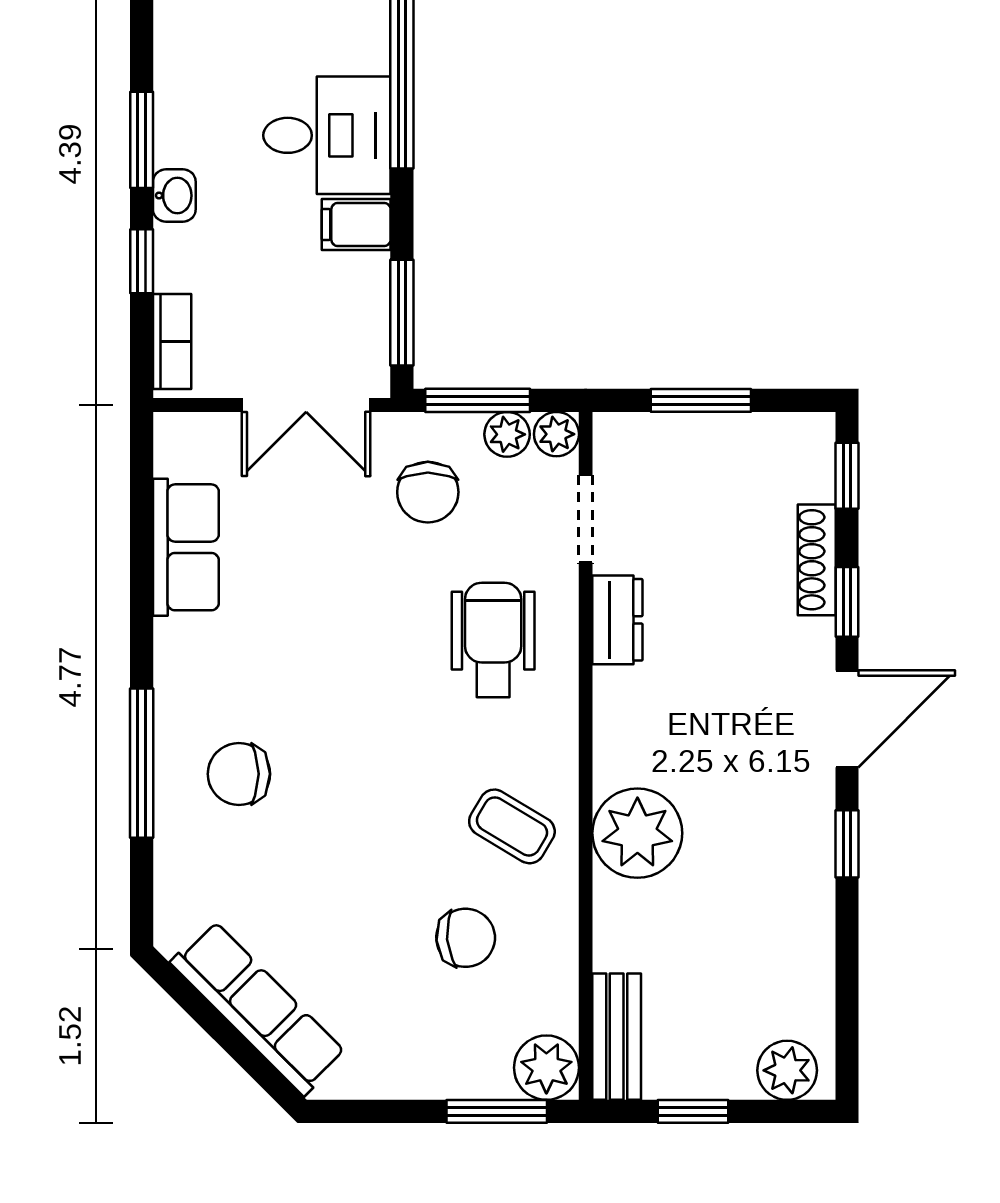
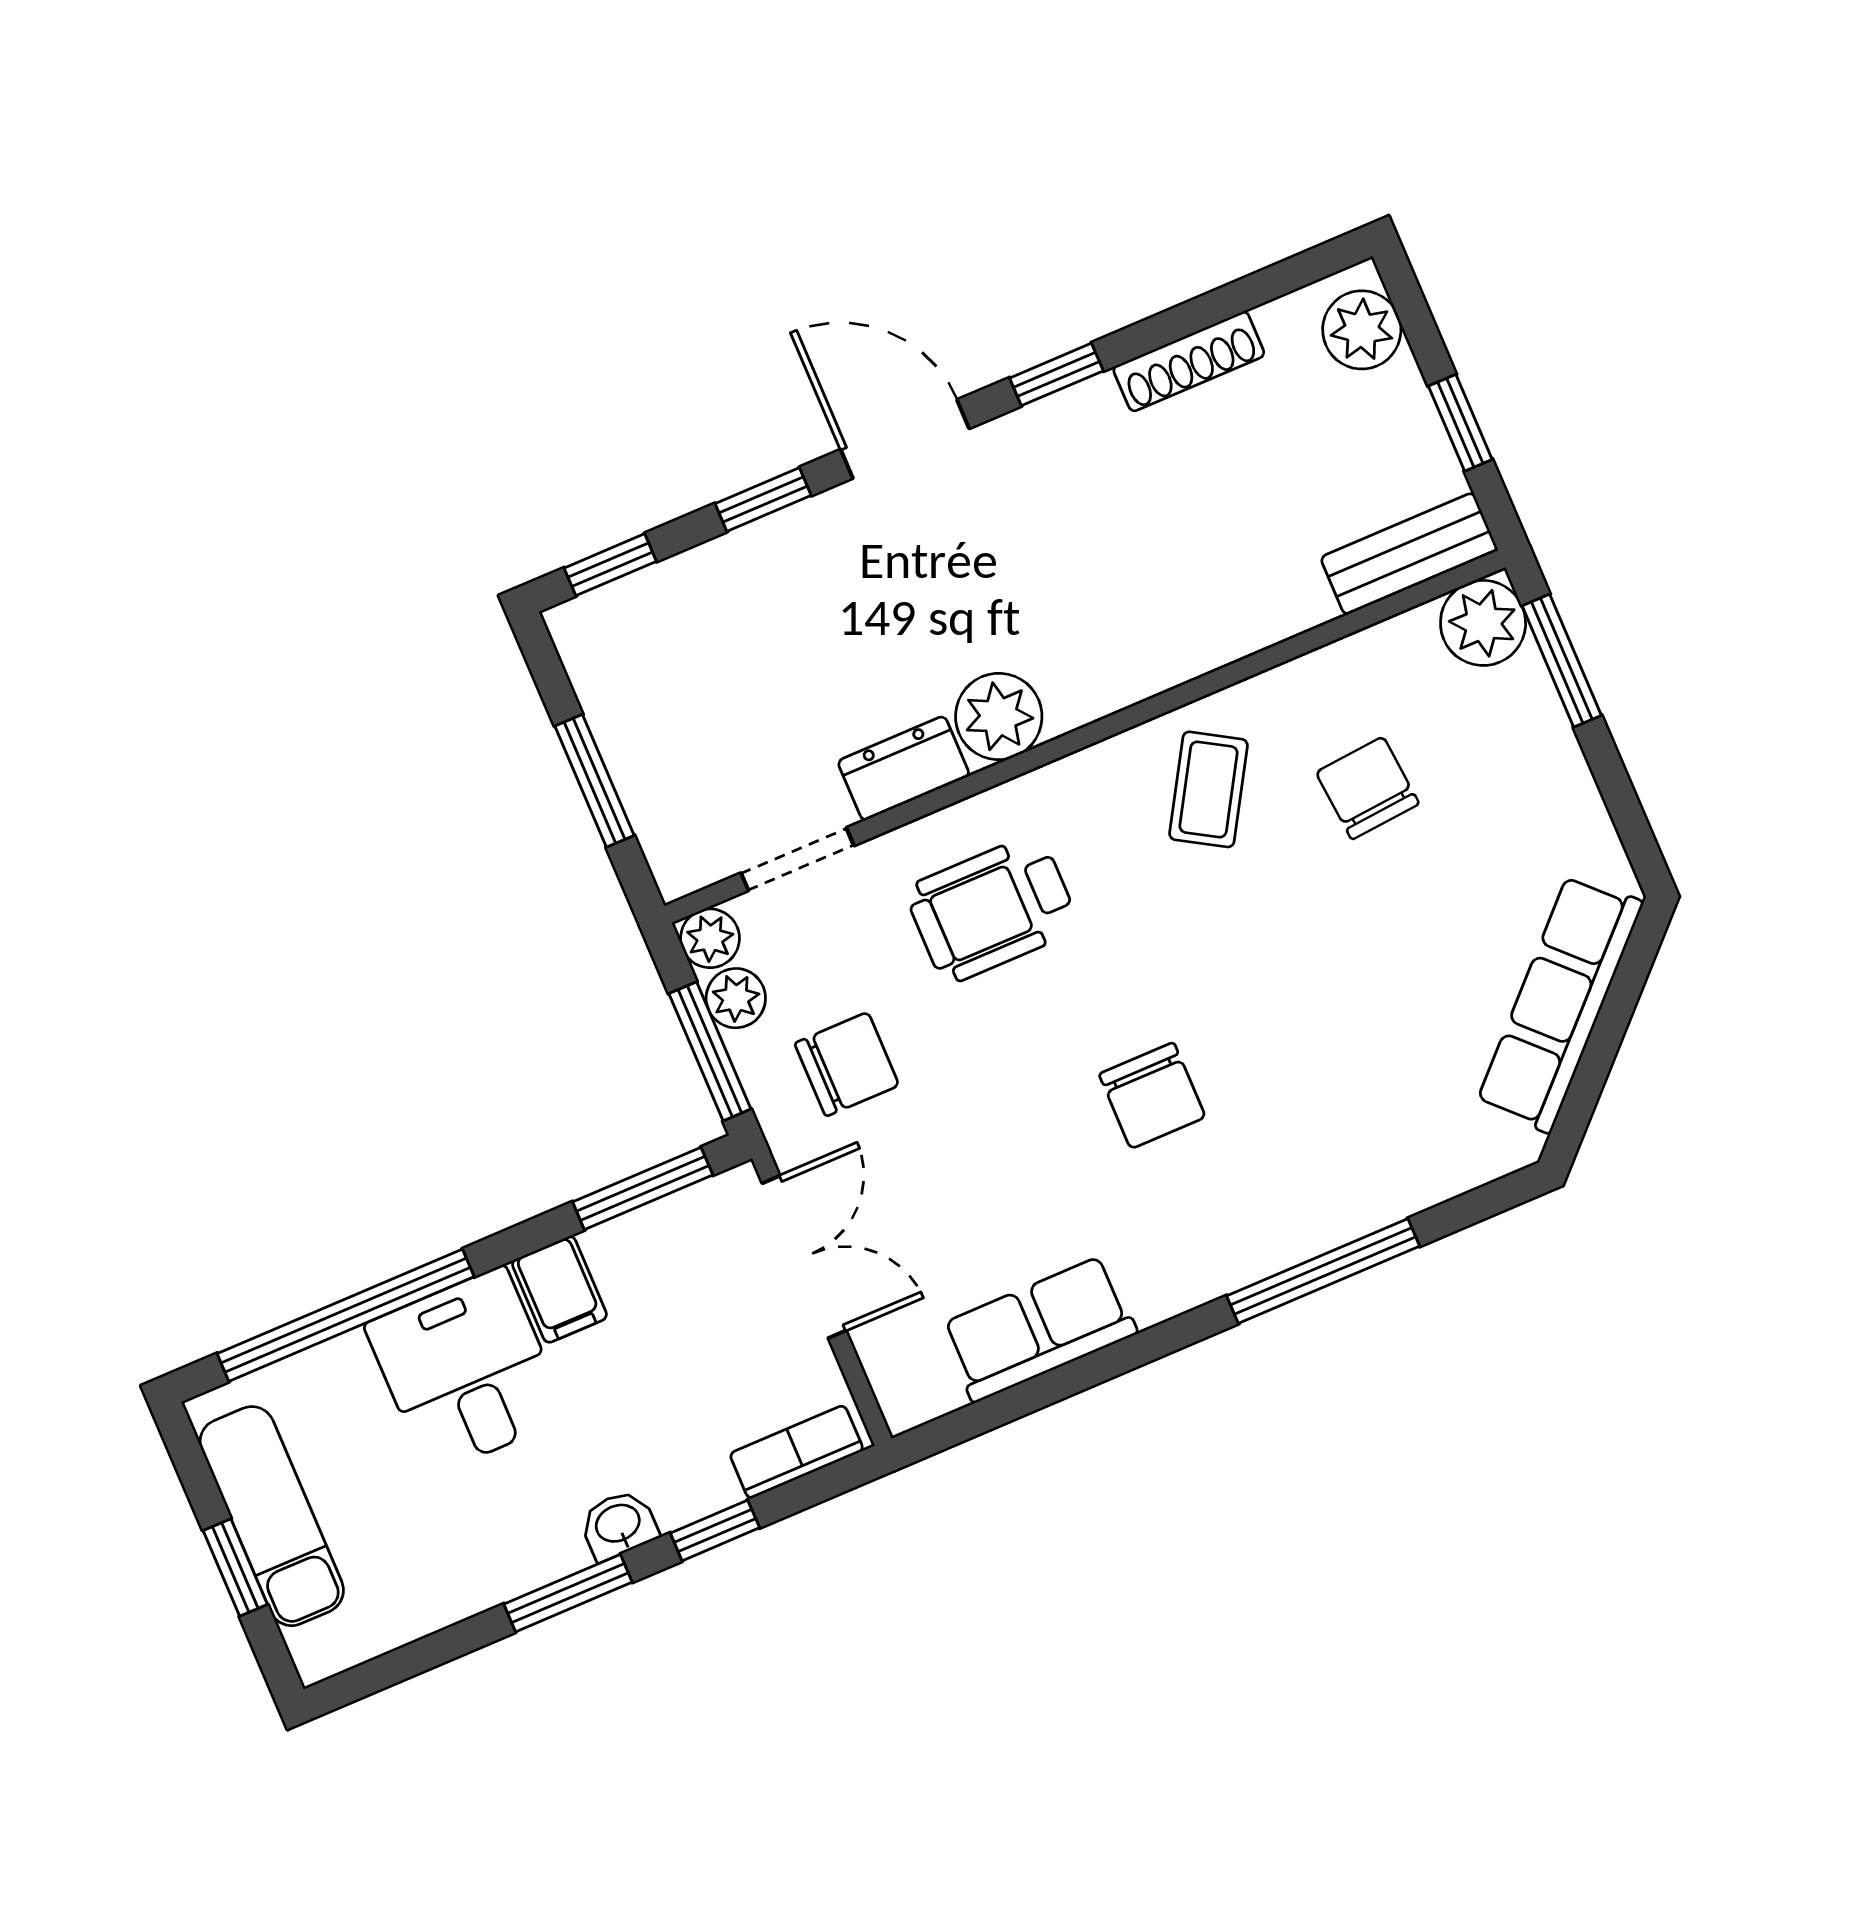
shoe rack: (817, 560) -> (1189, 361), moved
chair: (239, 774) -> (1152, 1096), moved
plant: (637, 833) -> (999, 717), moved, width x0.73, depth x0.73

